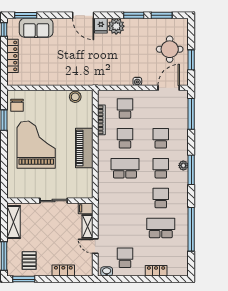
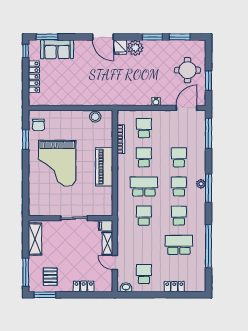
grand piano: (36, 145) -> (57, 163), turned 180
school desk: (125, 198) -> (144, 216), added

